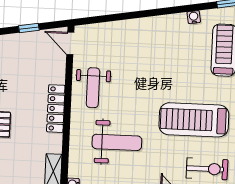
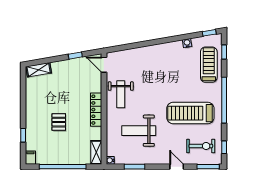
weight bench: (117, 142) -> (139, 131), turned 180

